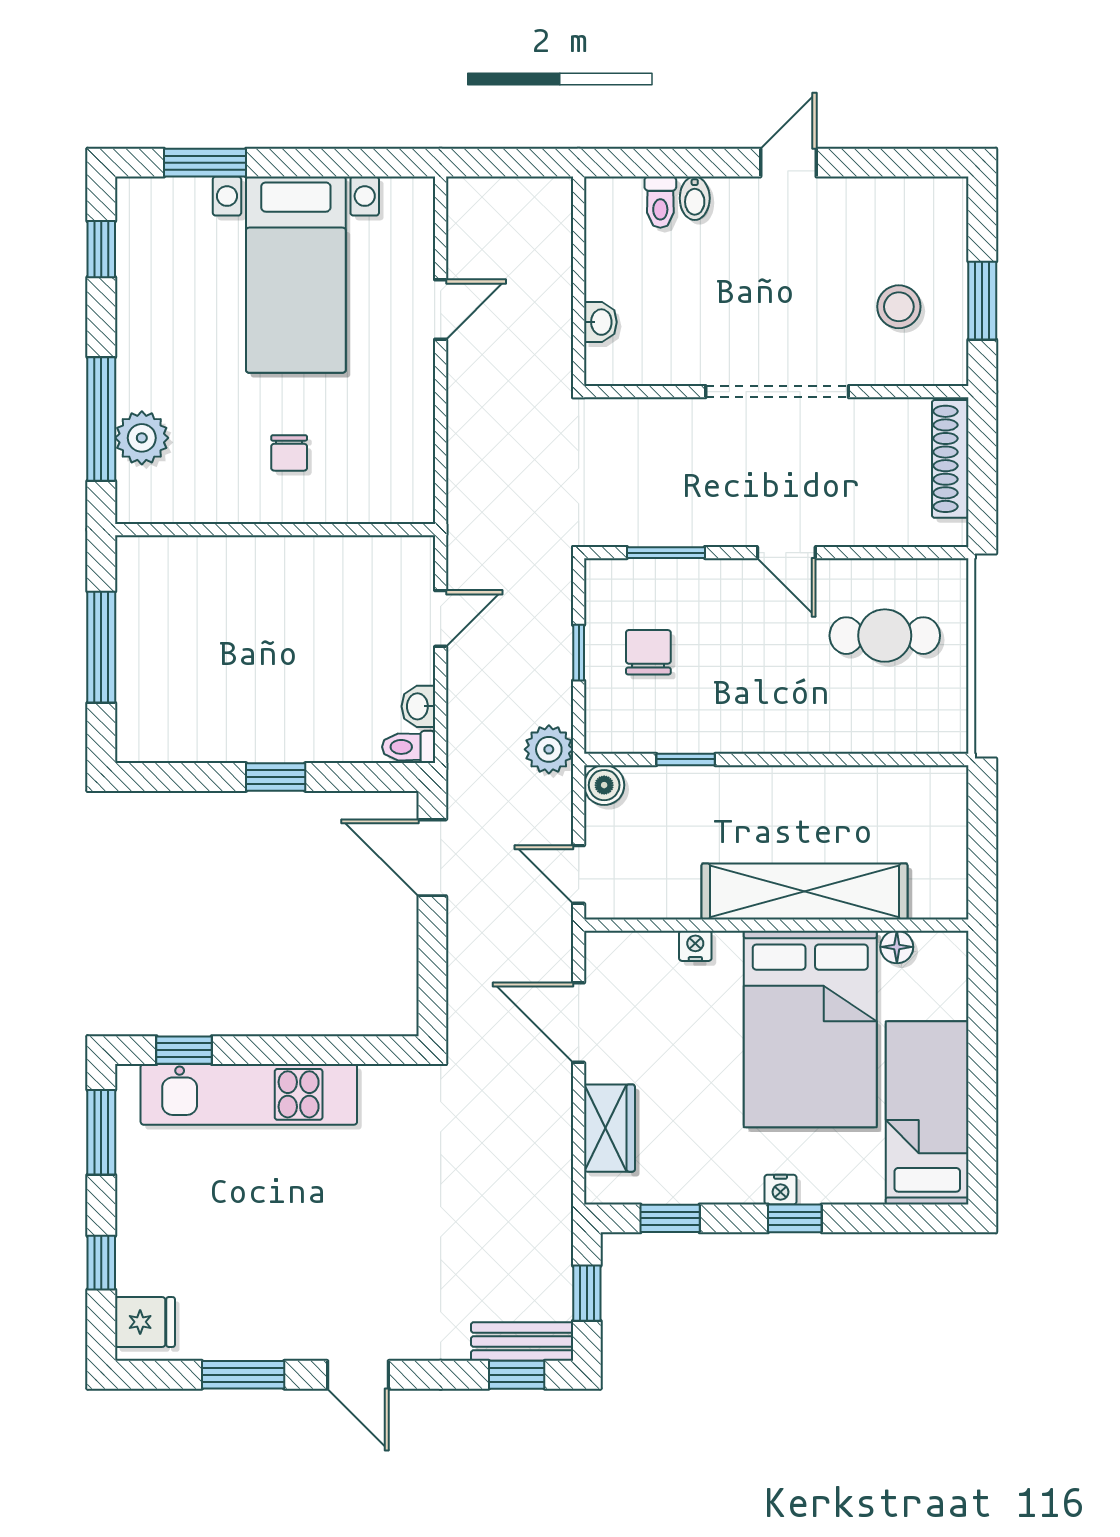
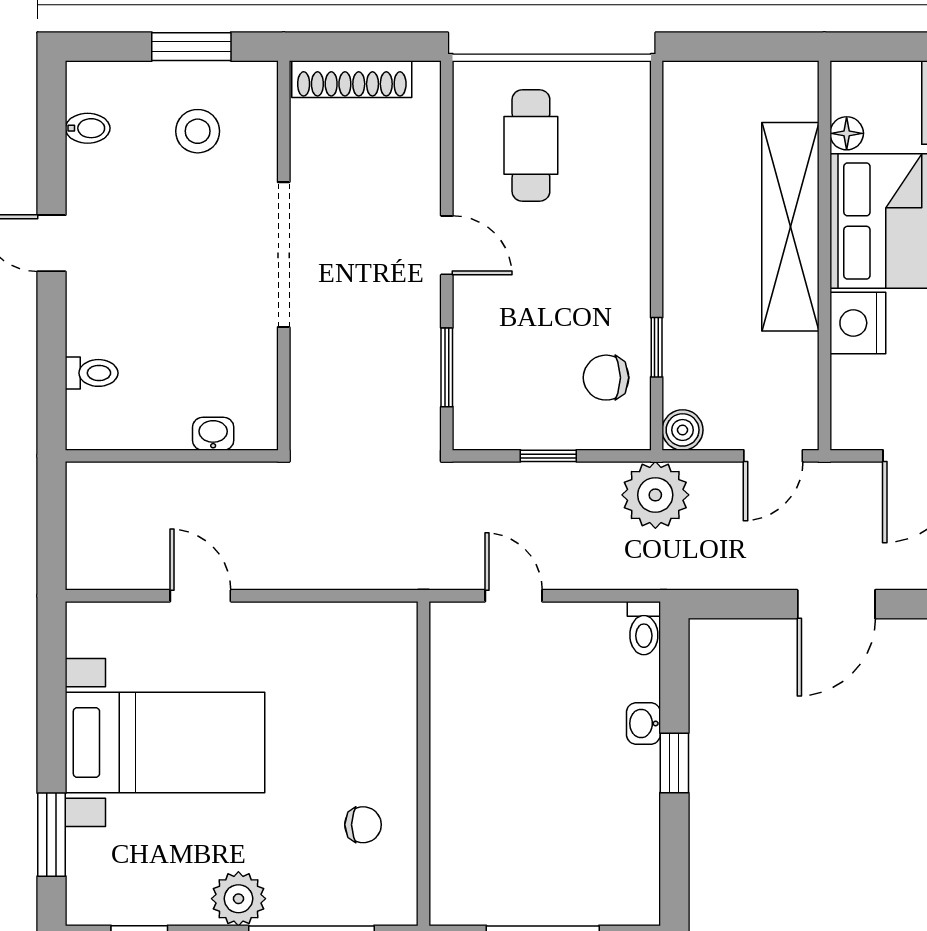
bidet: (695, 198) -> (88, 128), moved
plant: (142, 438) -> (238, 899), moved
chair: (289, 453) -> (363, 825), moved
door: (786, 553) -> (447, 245), hinge flipped
chair: (648, 652) -> (606, 378), moved
washbasin: (418, 706) -> (643, 723), moved, turned 90
plant: (549, 749) -> (655, 495), width x1.36, depth x1.36
door: (432, 858) -> (836, 604), moved
nightstand: (695, 946) -> (858, 323), width x1.89, depth x1.79

